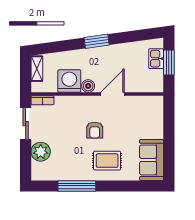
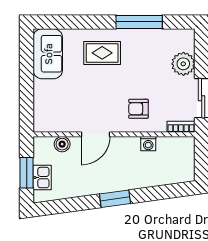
shelving: (37, 69) -> (188, 165), removed
washing machine: (69, 81) -> (148, 144), width x0.53, depth x0.53
boiler: (88, 86) -> (62, 144), moved
armchair: (95, 130) -> (138, 109), moved, turned -90

